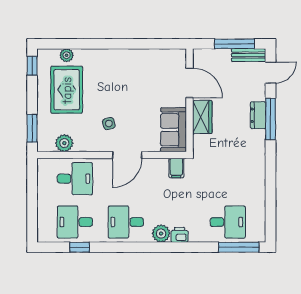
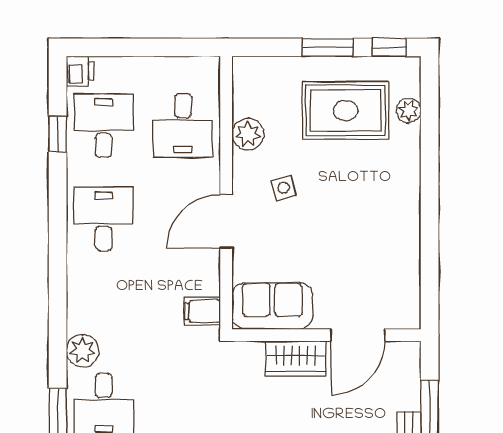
window: (32, 128) -> (328, 47), moved
plant: (64, 143) -> (248, 134), moved
door: (127, 155) -> (226, 221), hinge flipped
plant: (161, 234) -> (83, 351), moved
printer: (180, 235) -> (80, 71), moved

